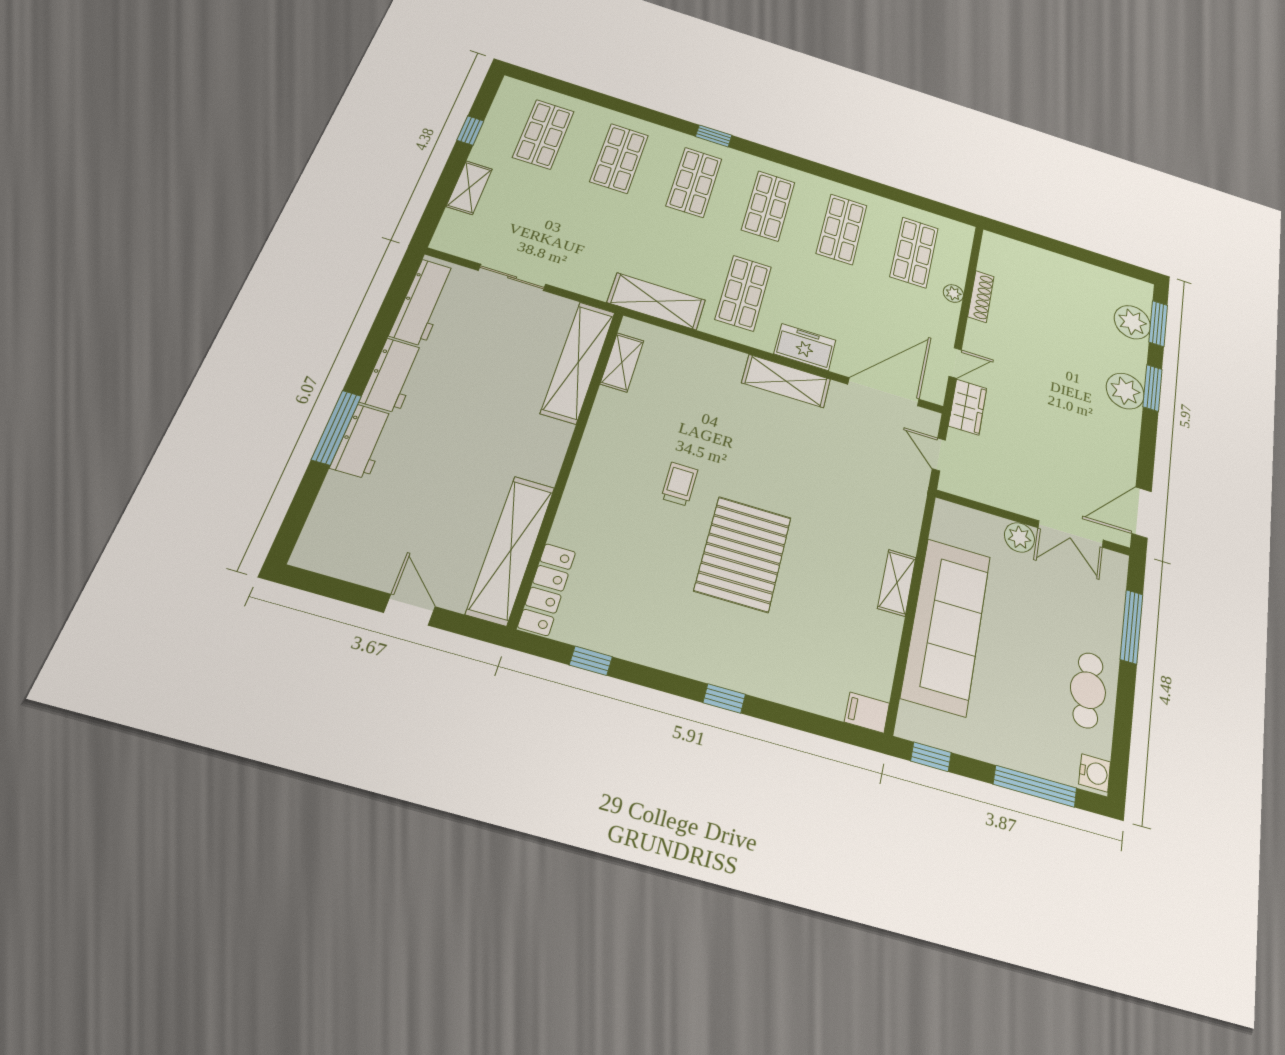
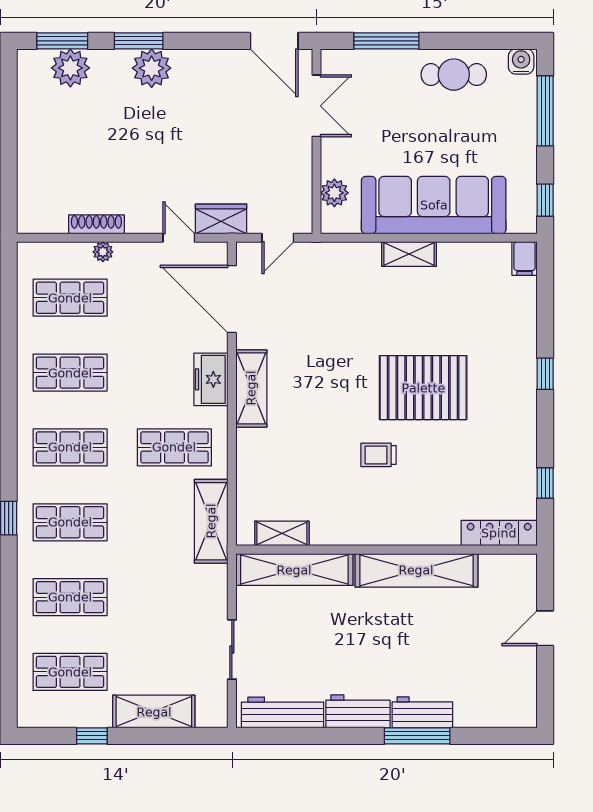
shelving: (469, 188) -> (154, 712), width x1.50, depth x1.33
plant: (1019, 537) -> (334, 193), moved
shelving: (511, 549) -> (416, 570), moved

